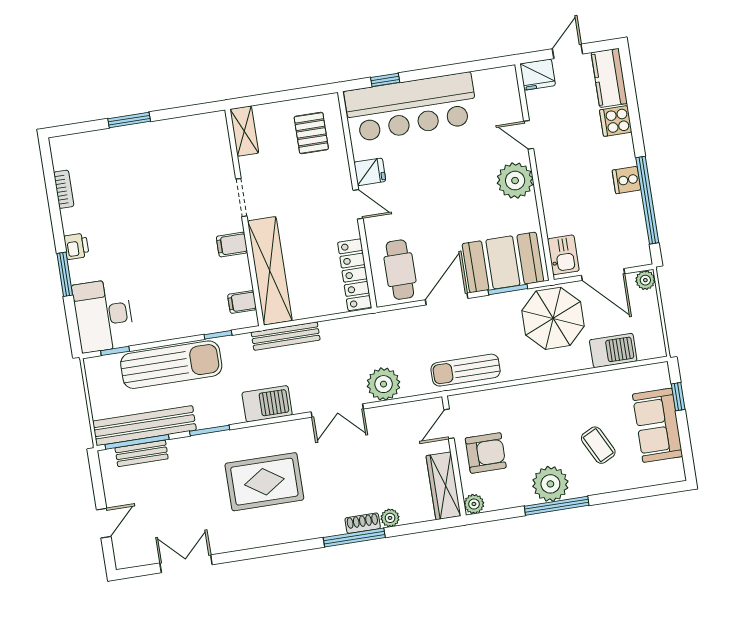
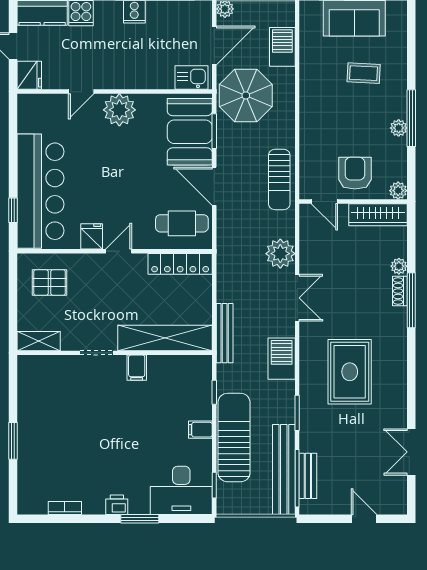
filing cabinet: (242, 302) -> (200, 430), moved, turned 90
coffee table: (598, 445) -> (364, 73), turned 30
plant: (550, 484) -> (399, 128), width x0.53, depth x0.53

